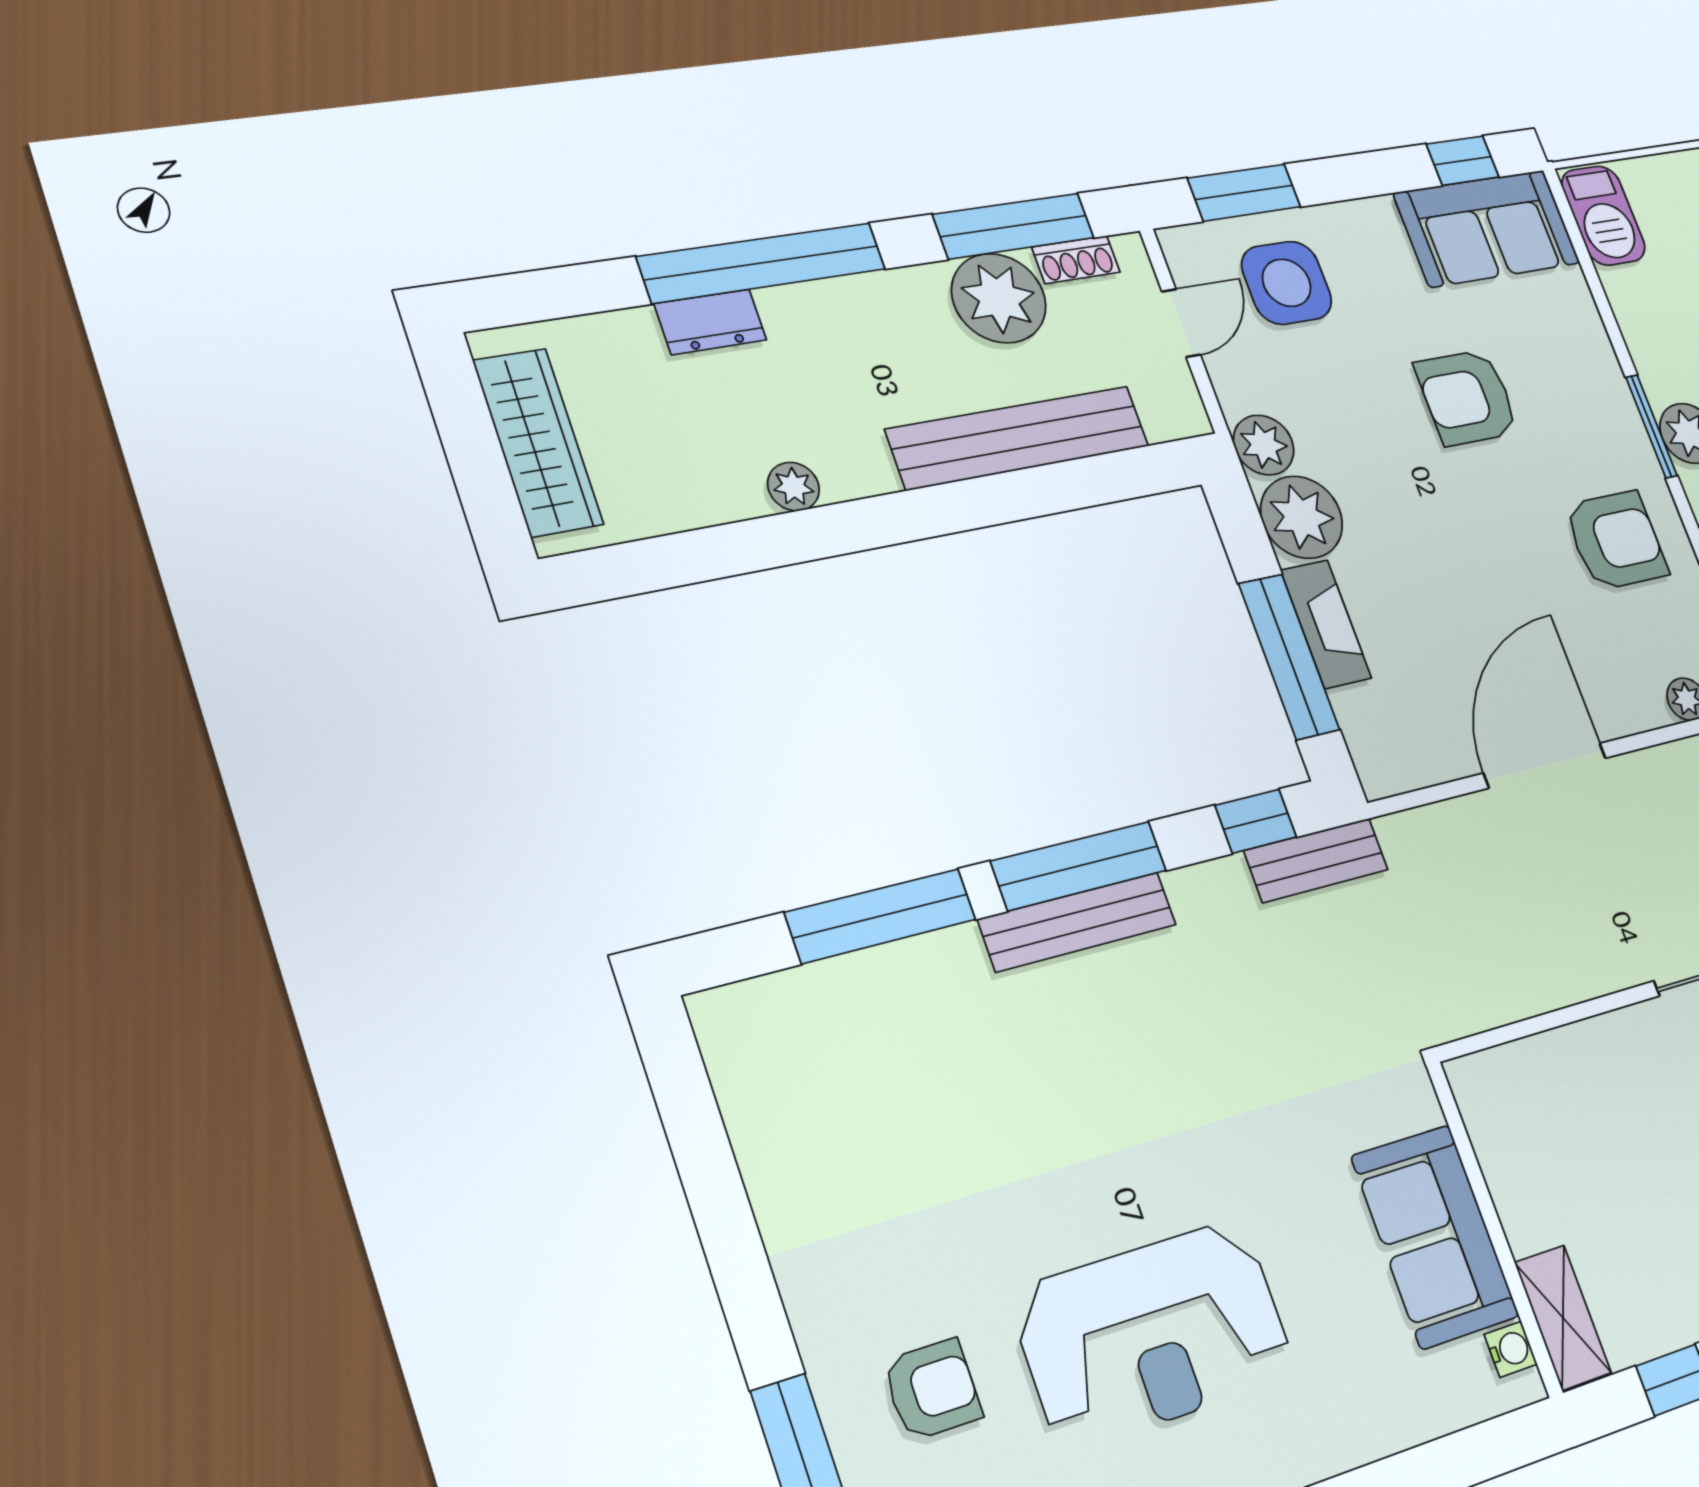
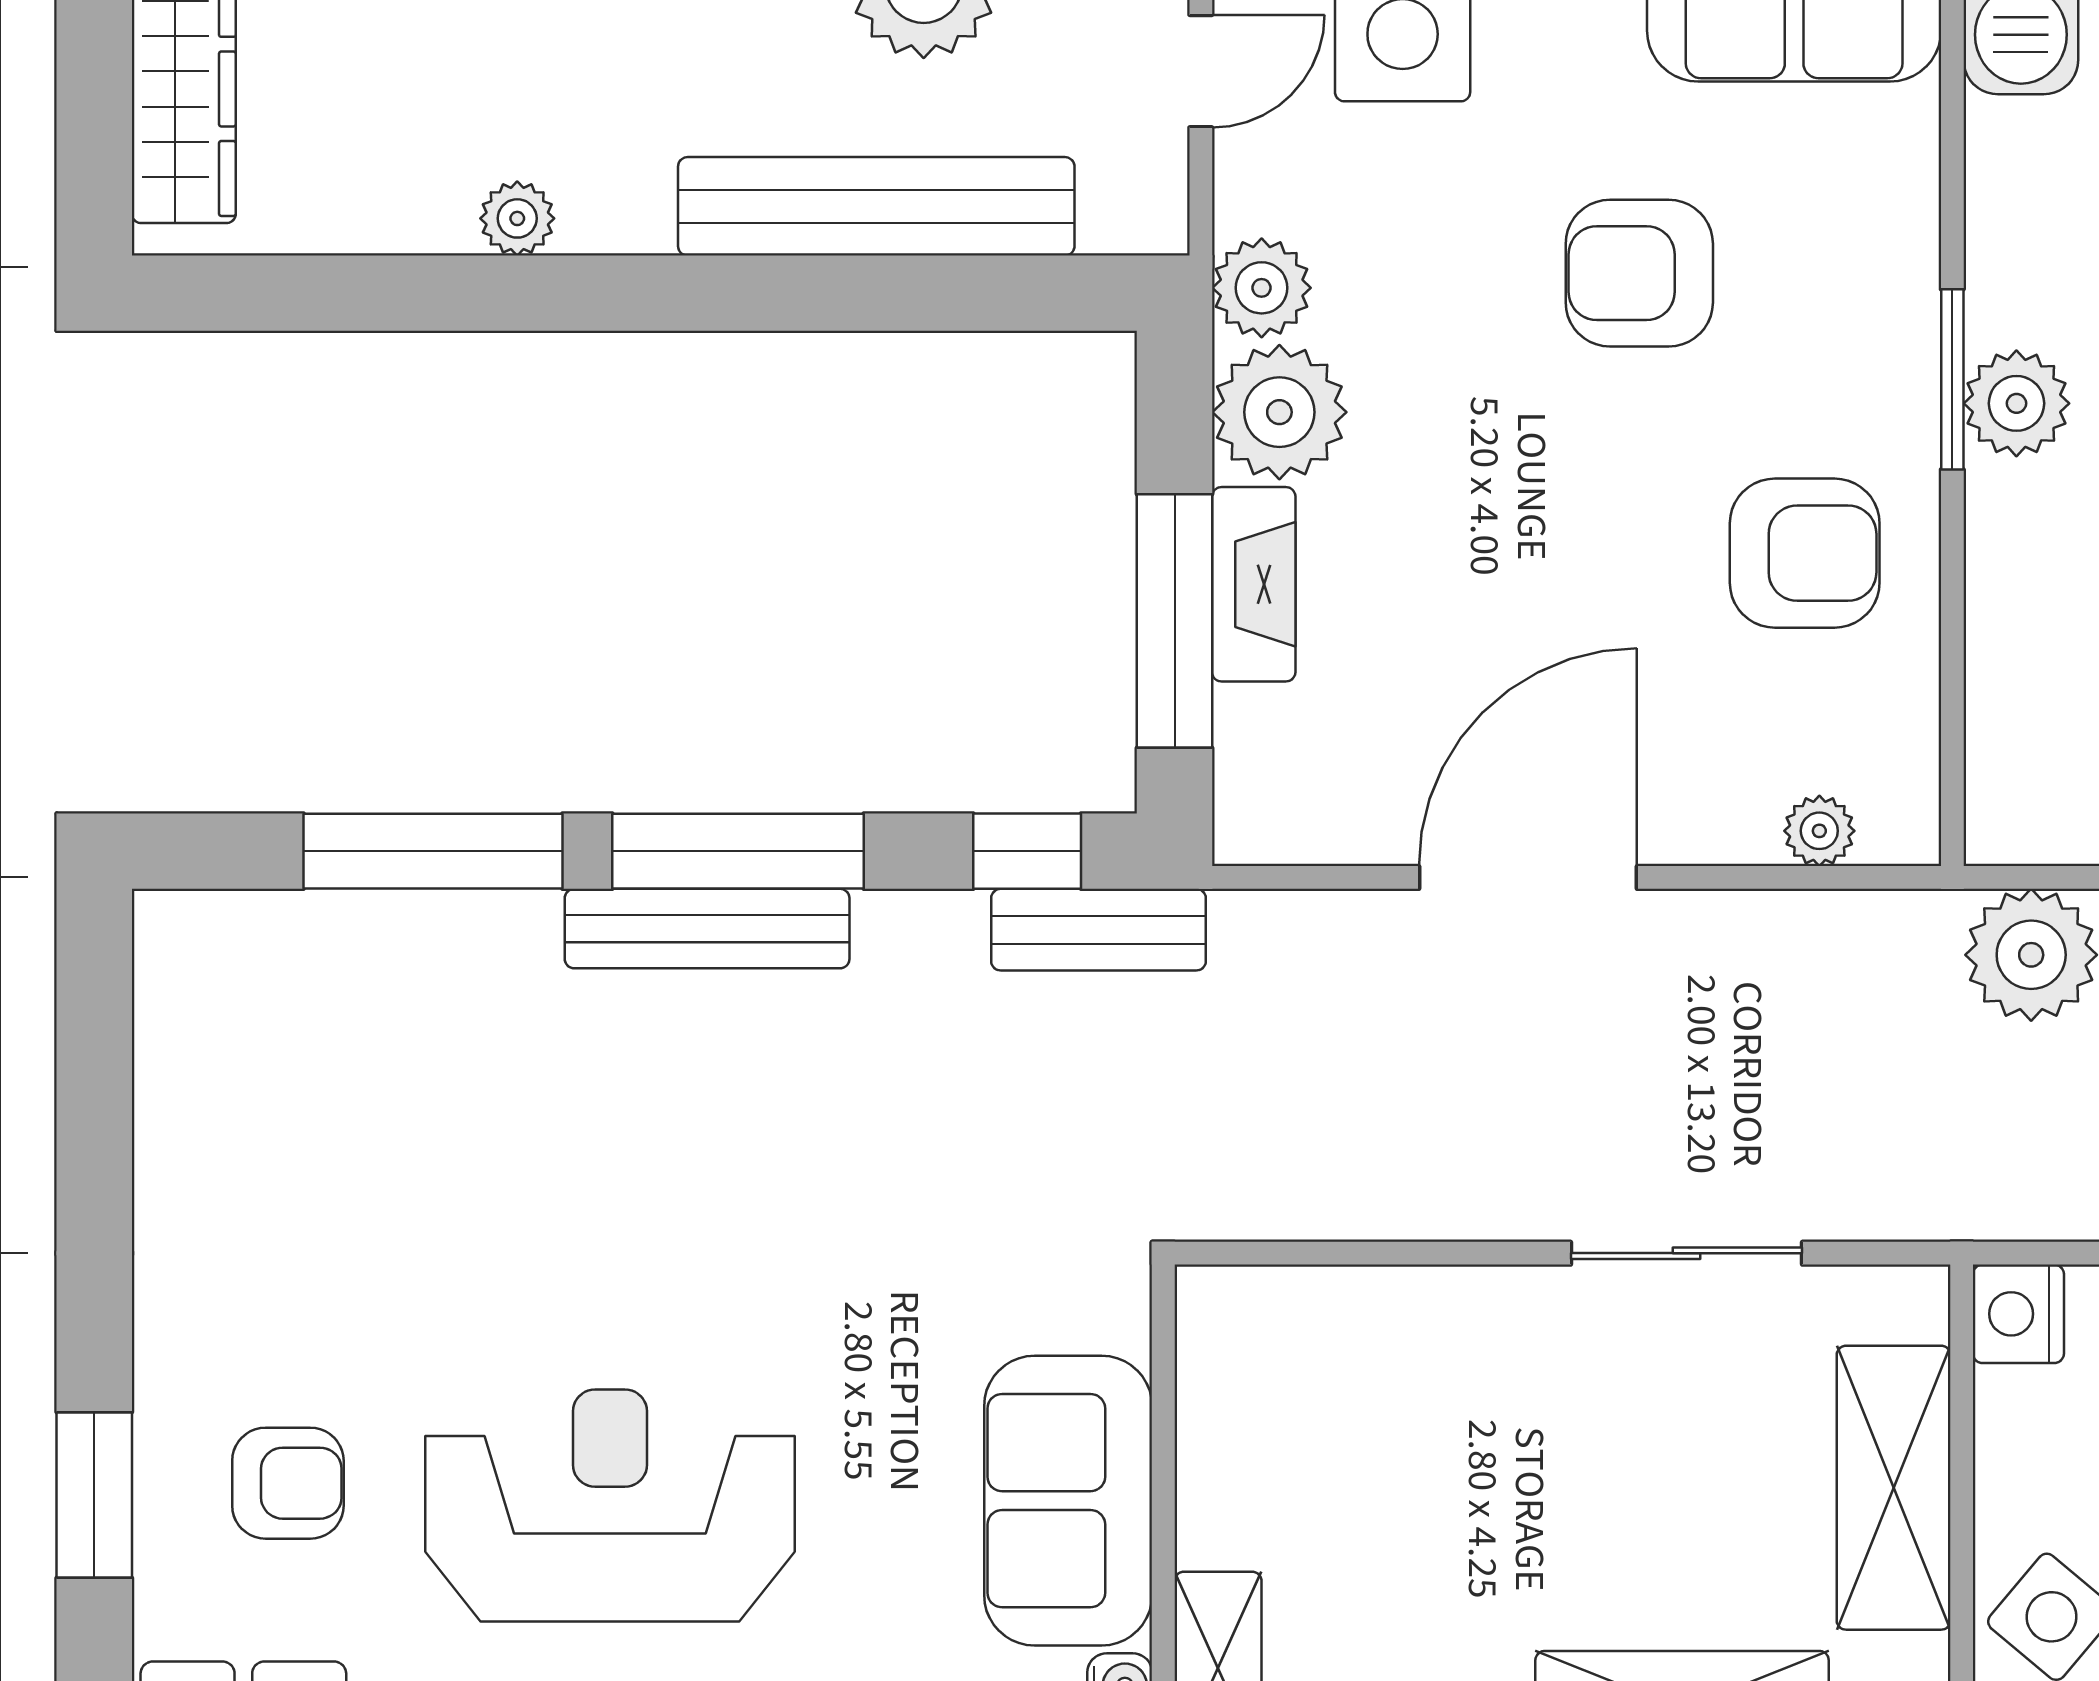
reception desk: (1154, 1334) -> (610, 1505), turned 180

